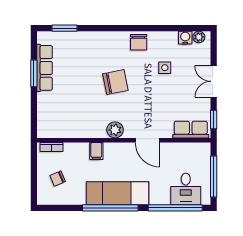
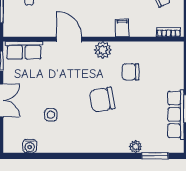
plant: (199, 37) -> (136, 147), moved
chair: (139, 42) -> (131, 72), moved, turned -90

